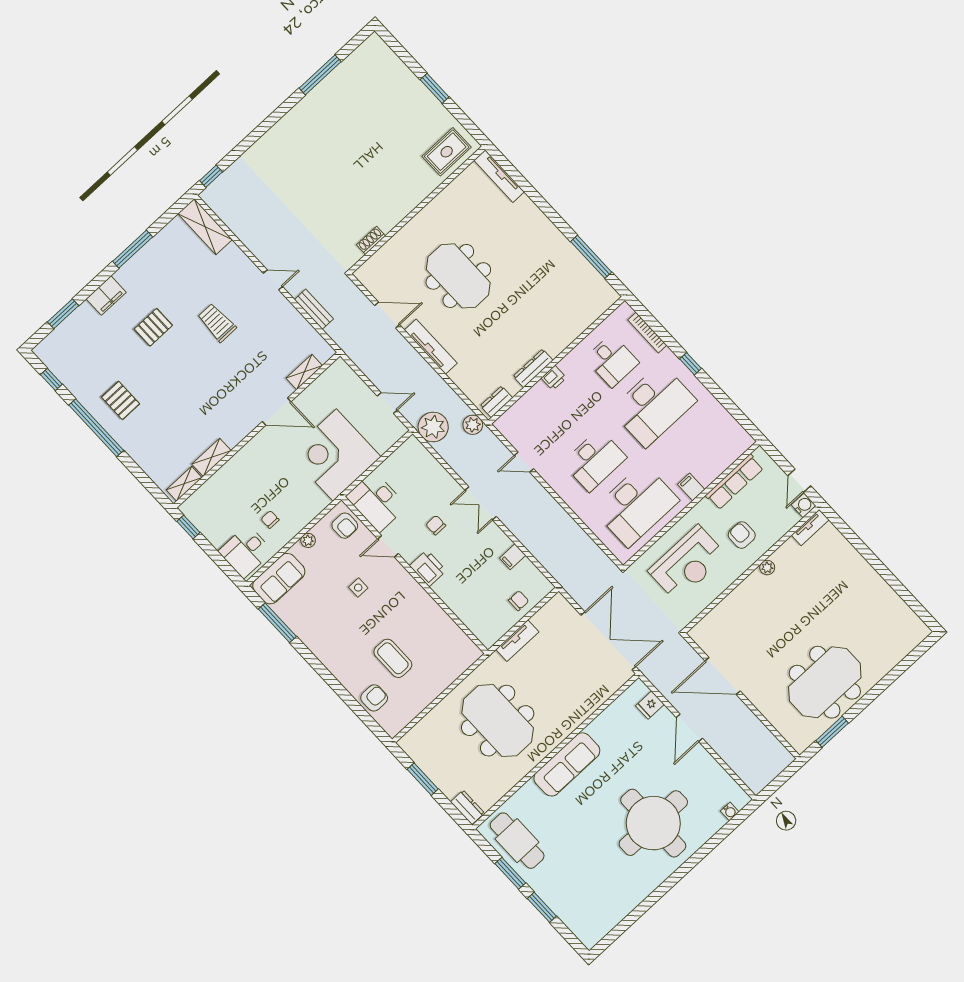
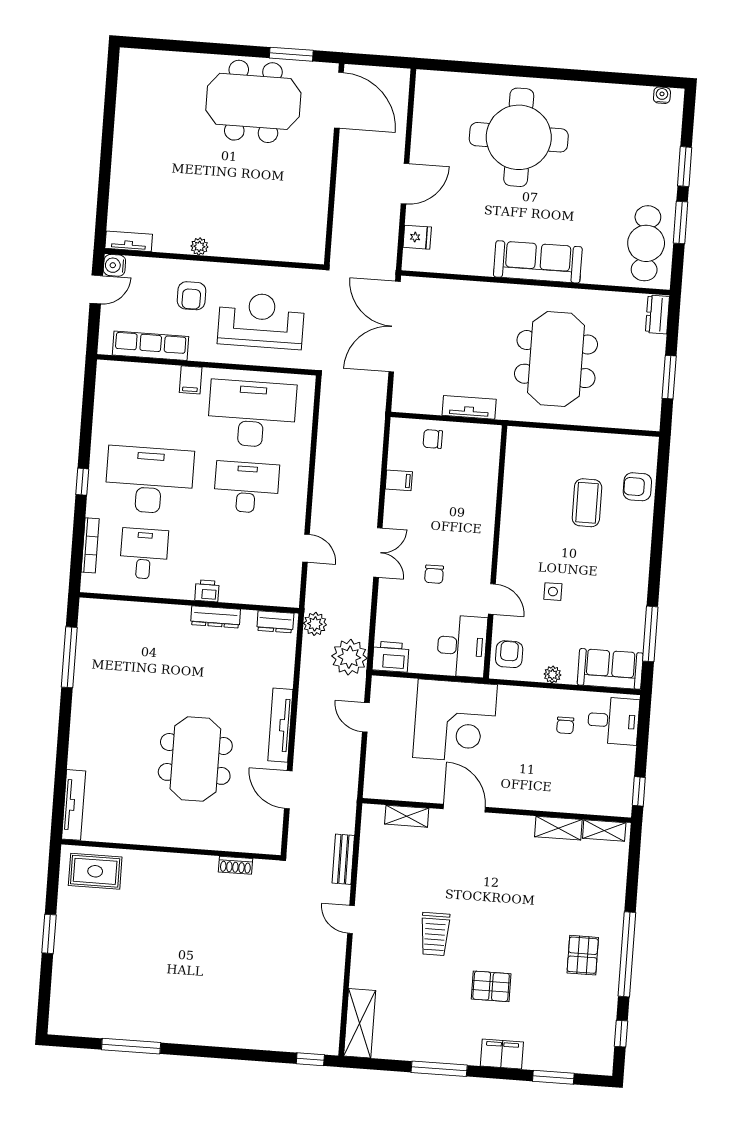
printer: (428, 568) -> (391, 657), moved, turned 90
door: (723, 676) -> (339, 100), moved
water cooler: (730, 811) -> (662, 95), moved

